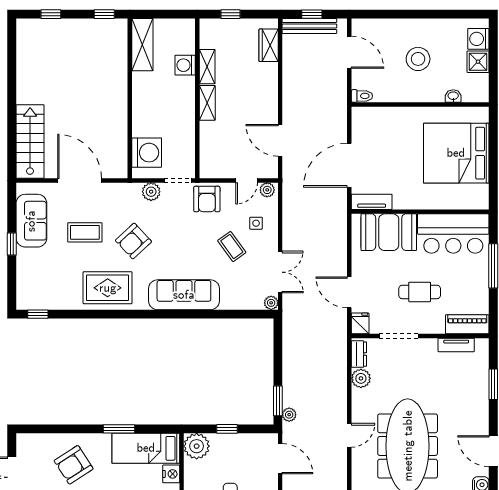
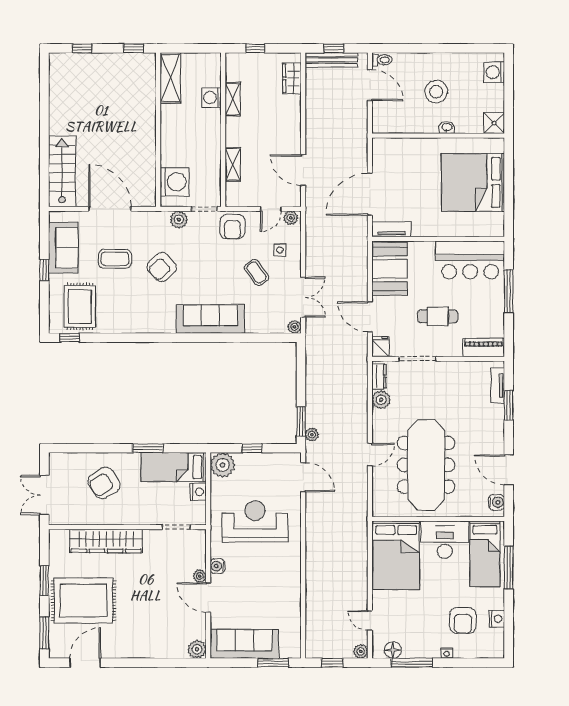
shower: (478, 62) -> (494, 123), moved
toilet: (362, 96) -> (382, 60), moved
washbasin: (453, 96) -> (447, 127), moved
shelving: (207, 103) -> (233, 164), moved
booth: (389, 232) -> (390, 269), moved, turned 90
rug: (108, 288) -> (80, 306), moved, turned 90
tv unit: (456, 345) -> (498, 386), moved, turned 90

